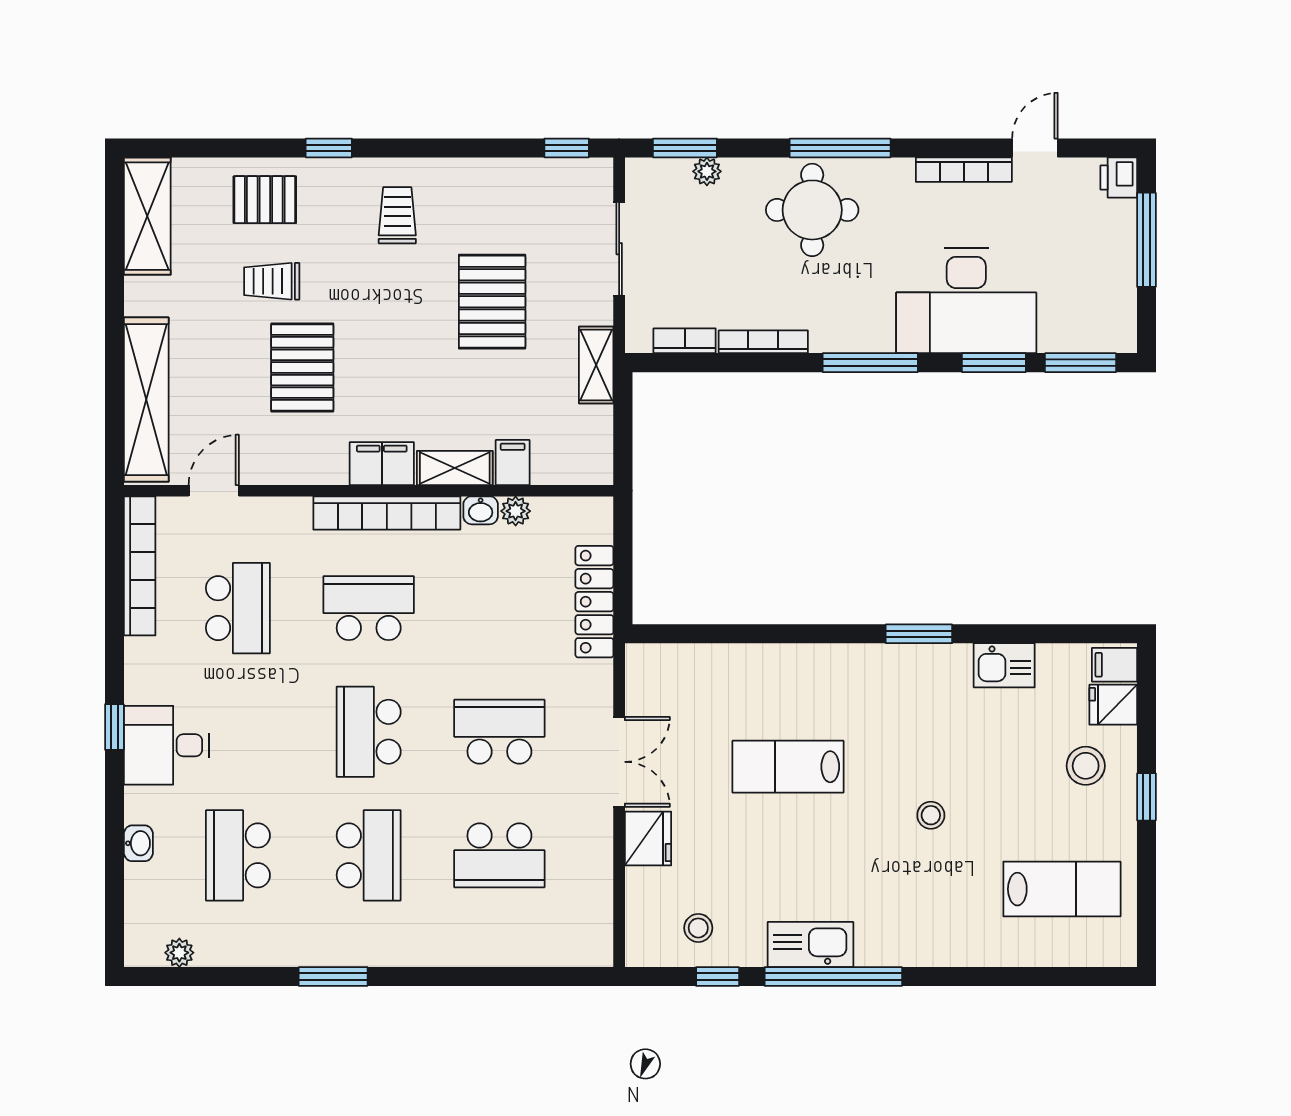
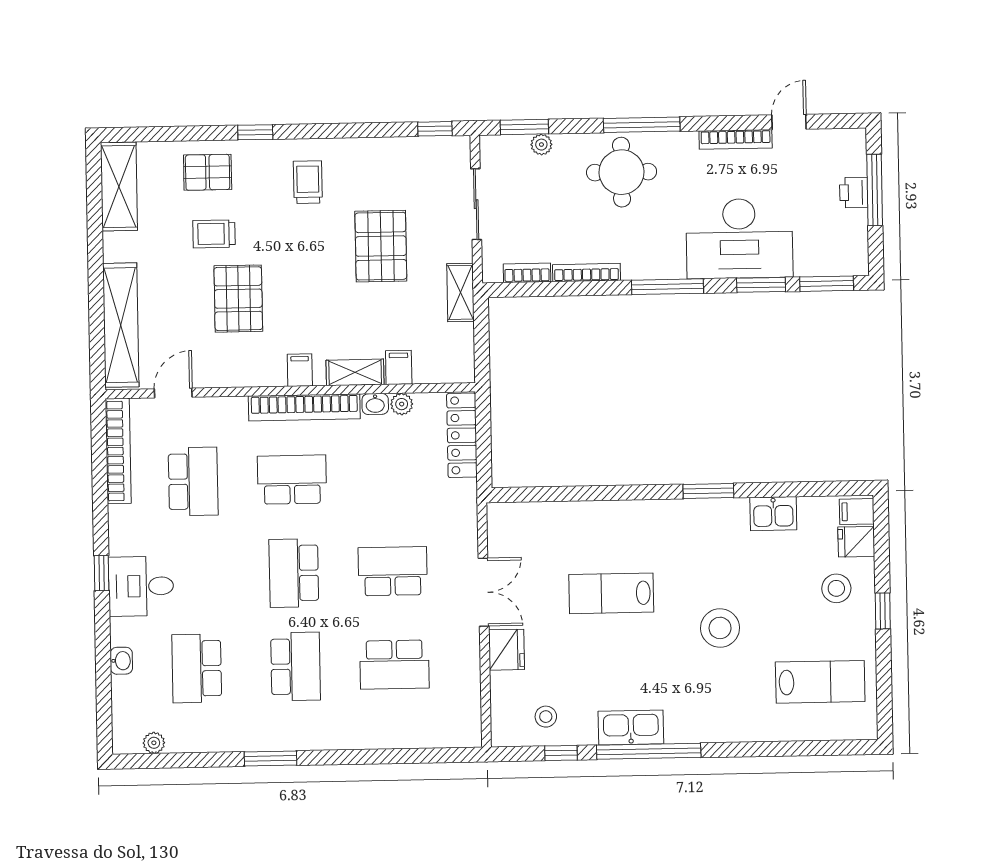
printer: (1119, 177) -> (854, 193), moved
filing cabinet: (382, 464) -> (300, 370), width x0.50
locker: (594, 602) -> (462, 435), moved
stool: (931, 815) -> (720, 628), width x1.89, depth x1.89

